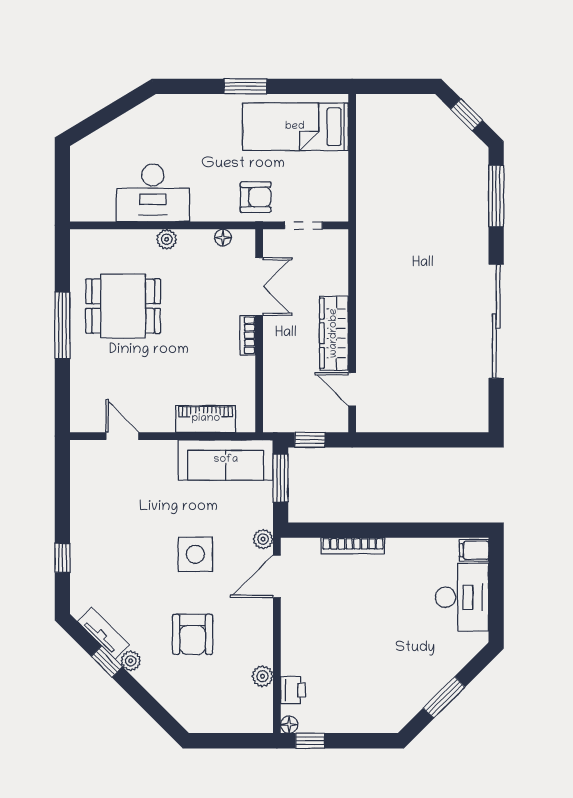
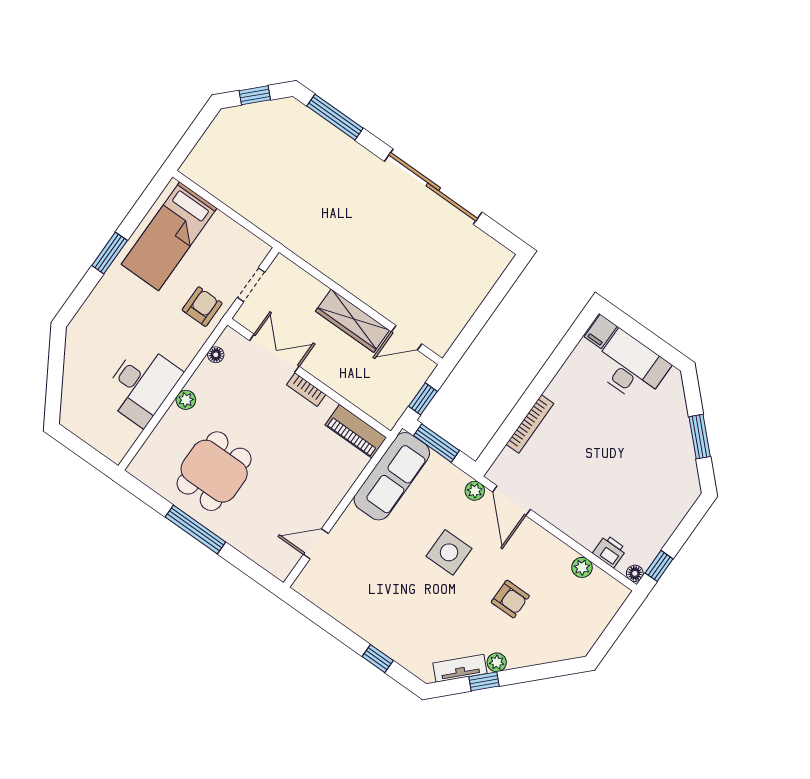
piano: (206, 419) -> (356, 431), moved, turned -90
armchair: (193, 634) -> (510, 599), width x0.72, depth x0.72

